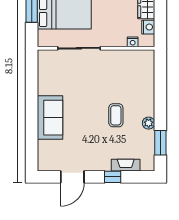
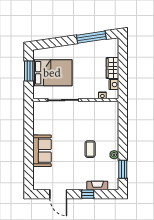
door: (72, 177) -> (58, 194), hinge flipped

